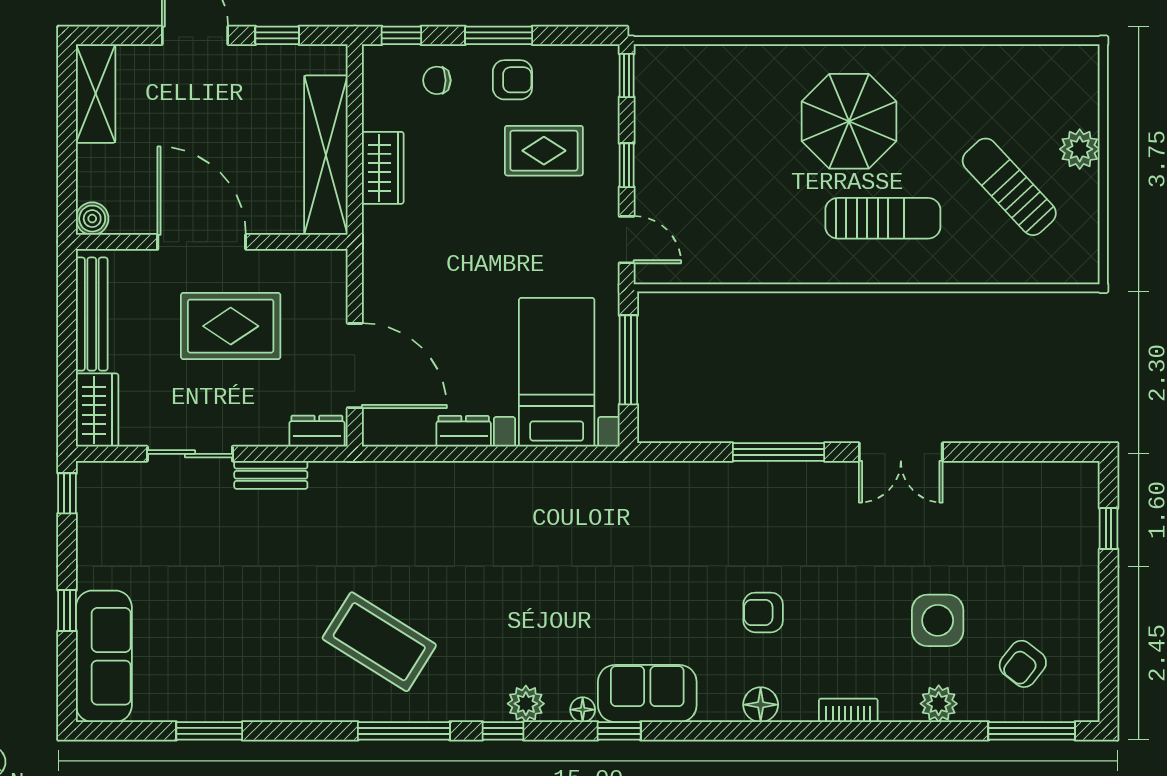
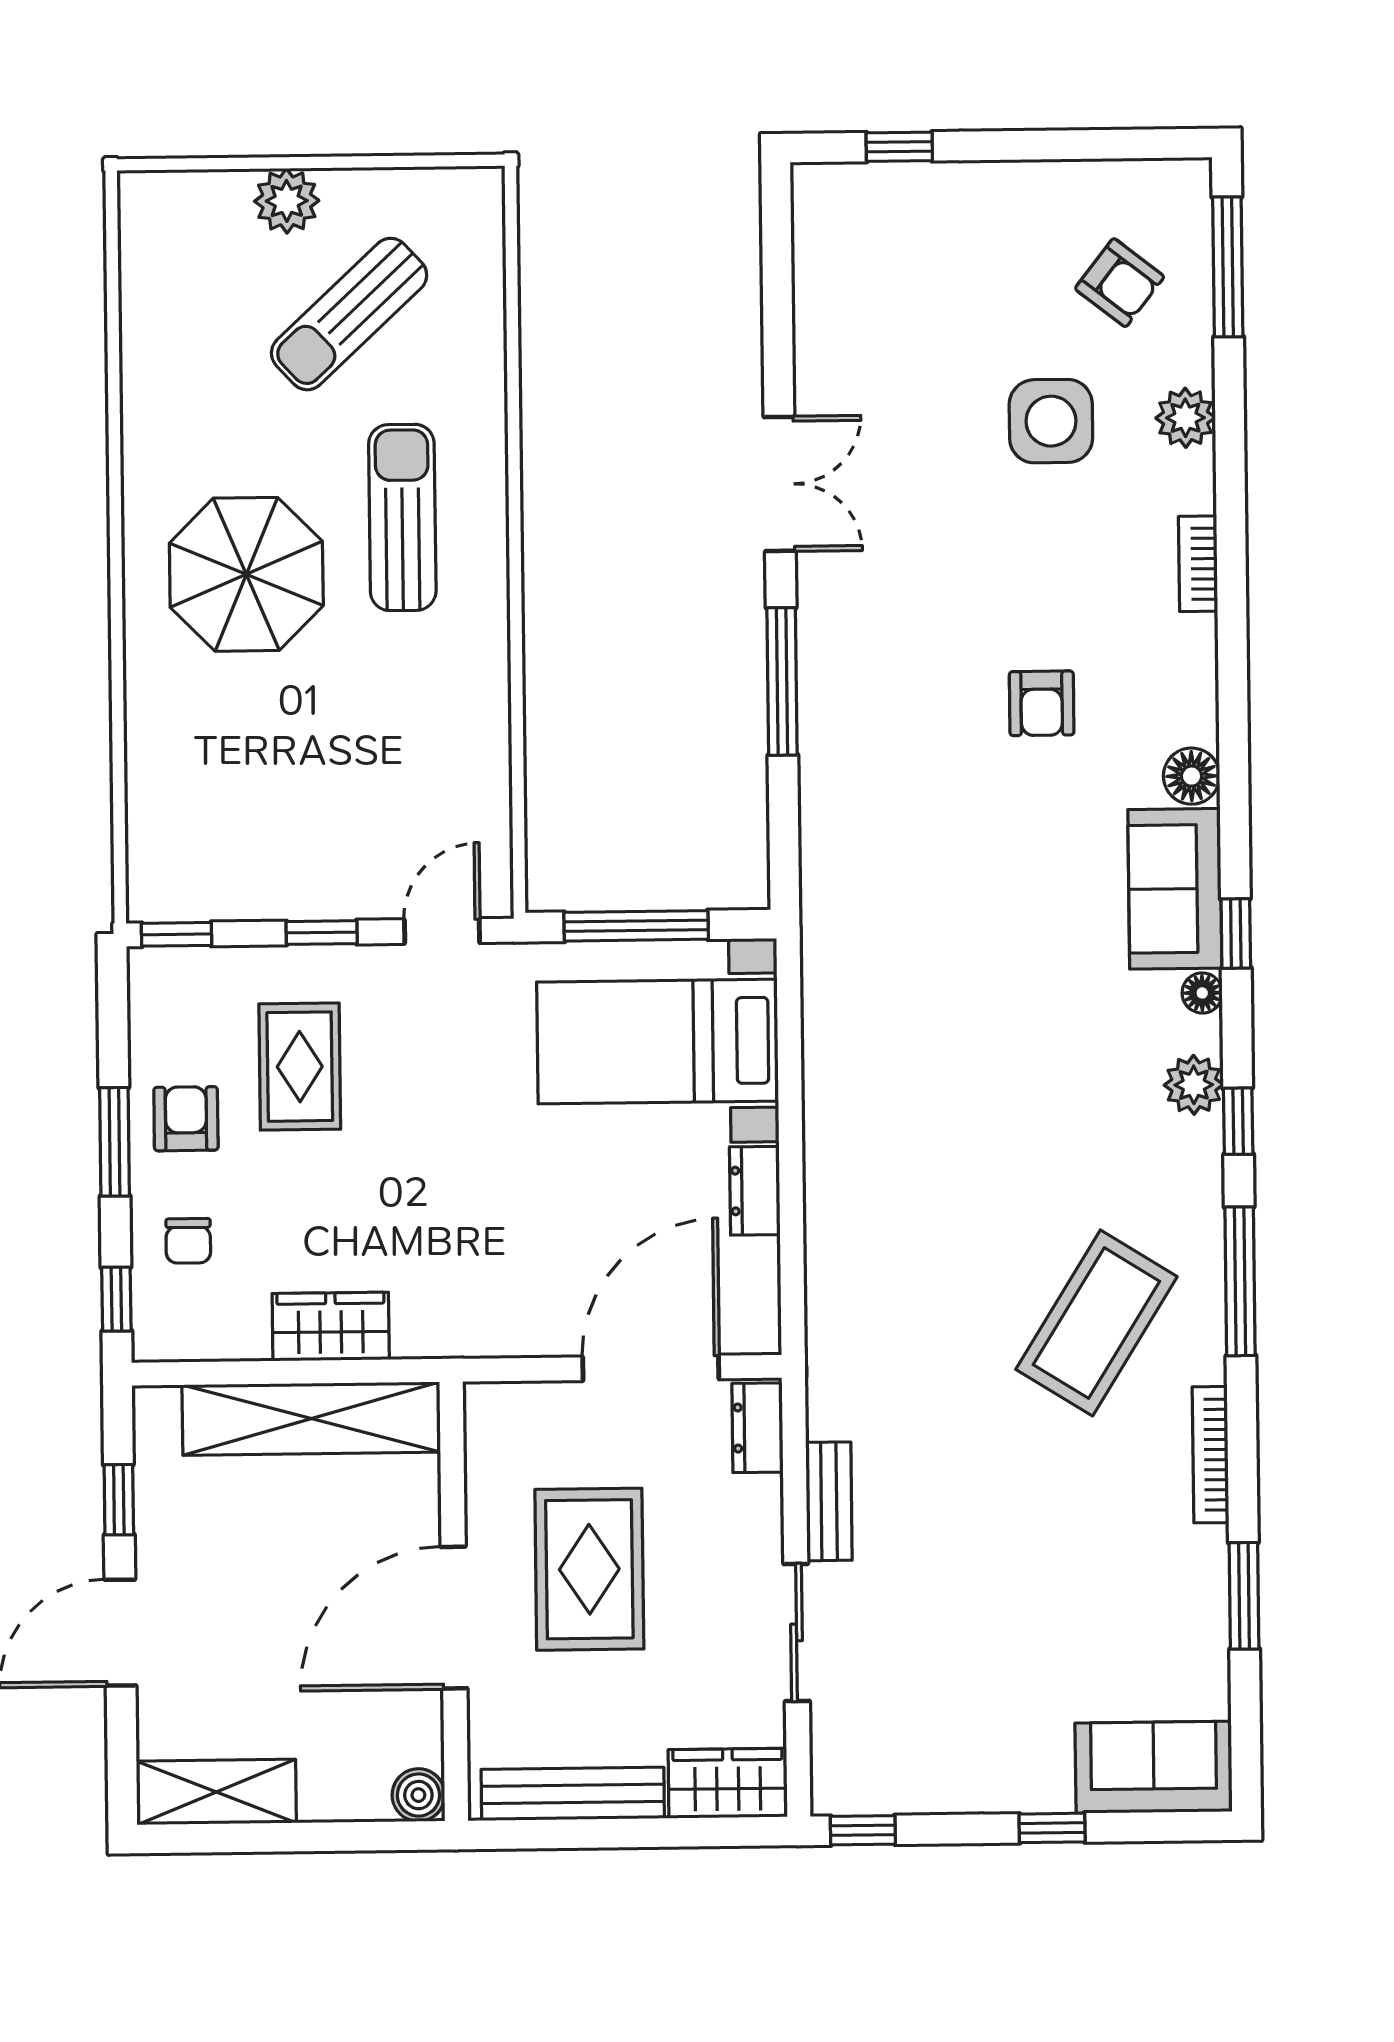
sofa: (104, 656) -> (1154, 1767), width x0.73
floor lamp: (761, 705) -> (1192, 776), moved
bookcase: (297, 711) -> (1211, 1455), added

